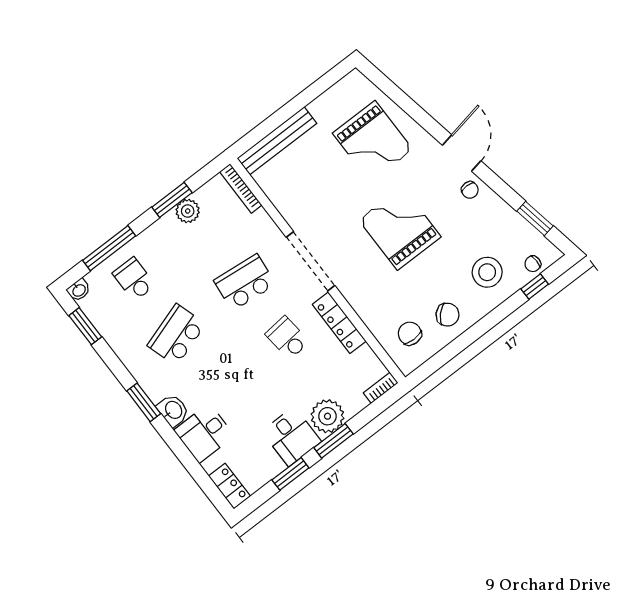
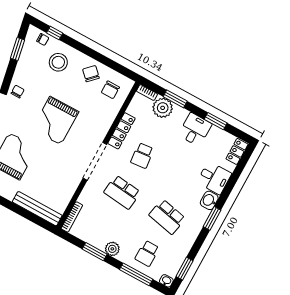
plant: (188, 211) -> (112, 249), moved
school desk: (176, 335) -> (167, 217), turned 30
plant: (327, 416) -> (163, 108), moved
window: (333, 441) -> (175, 99), moved

